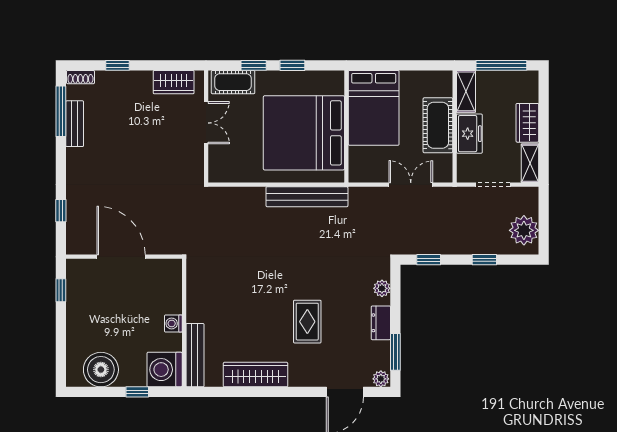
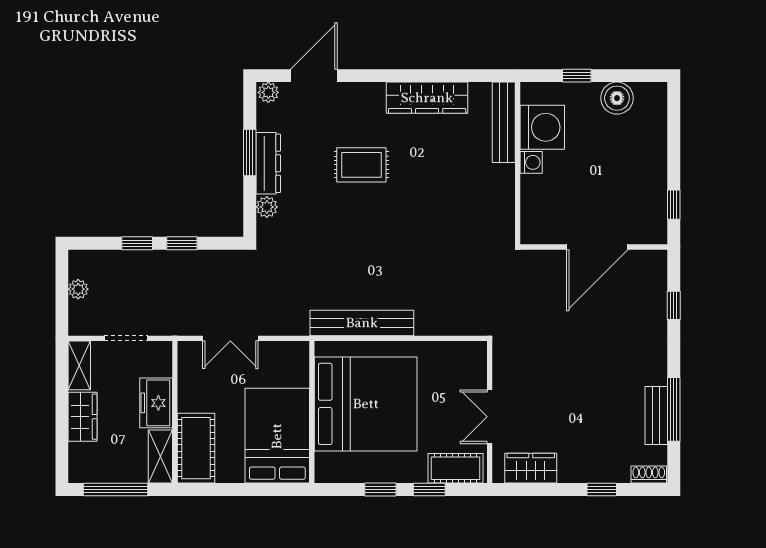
window: (61, 111) -> (674, 409), moved
cot: (438, 125) -> (196, 448), moved
plant: (524, 230) -> (78, 289), width x0.53, depth x0.53
door: (121, 257) -> (597, 247), hinge flipped
window: (429, 260) -> (182, 243), moved
rug: (307, 322) -> (361, 165), turned 90
dresser: (381, 323) -> (268, 163), width x1.44
window: (395, 352) -> (250, 152), moved
boiler: (101, 370) -> (617, 98), width x0.73, depth x0.73
washing machine: (165, 370) -> (542, 127), moved

